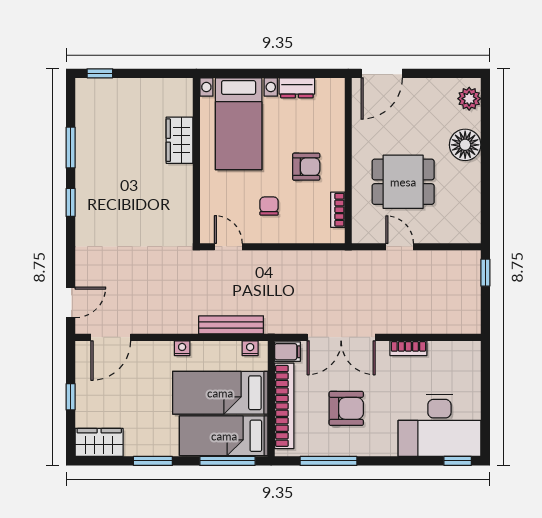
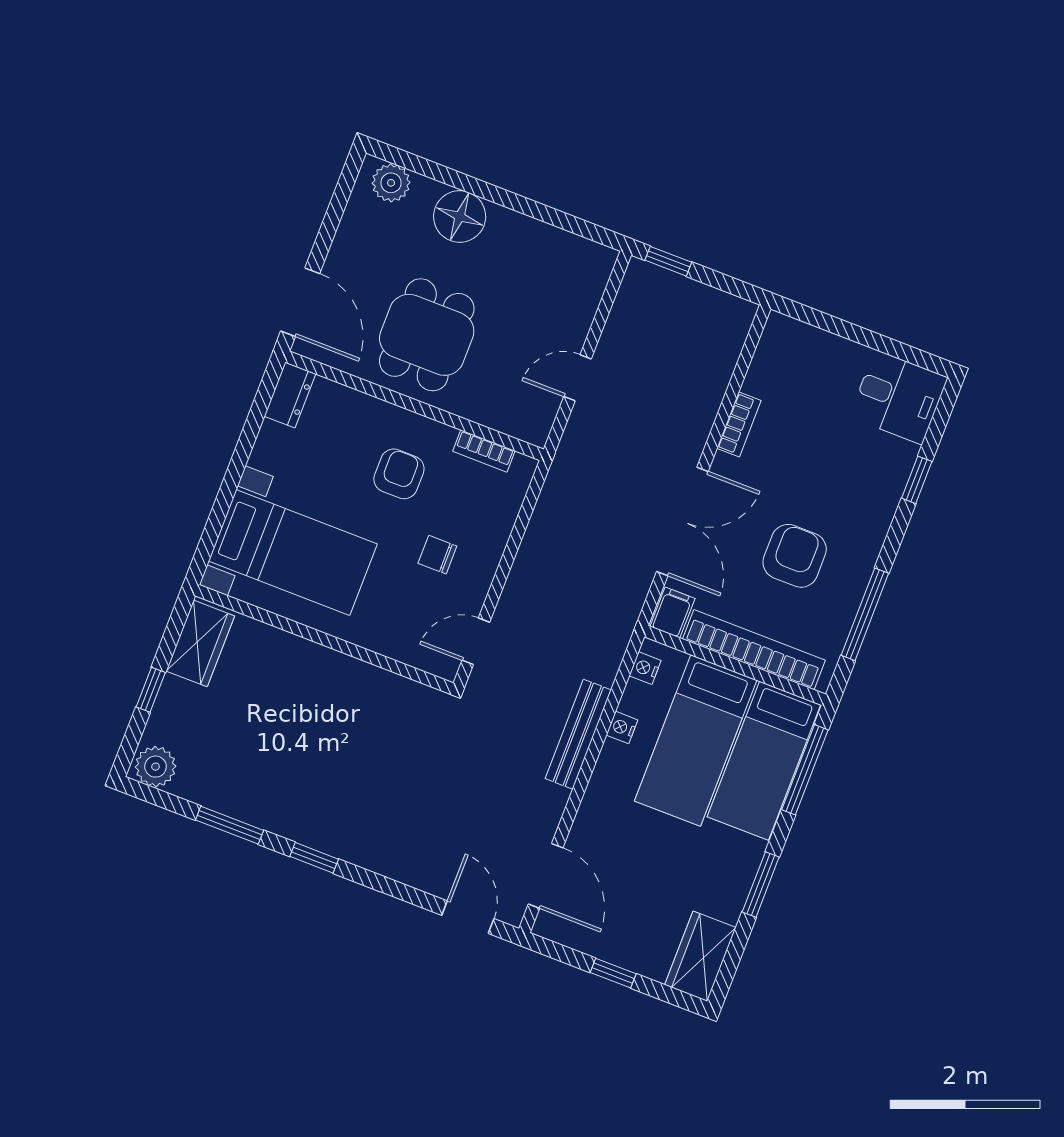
window: (100, 73) -> (151, 690), moved
dresser: (297, 88) -> (290, 395), moved
plant: (88, 93) -> (156, 767), added
wardrobe: (180, 140) -> (200, 643), moved, turned -90
dining table: (403, 182) -> (427, 335), moved
bench: (231, 325) -> (578, 734), moved
nightstand: (182, 348) -> (622, 727), moved
desk: (439, 425) -> (899, 397), width x0.53, depth x0.77
window: (458, 461) -> (917, 480), moved

